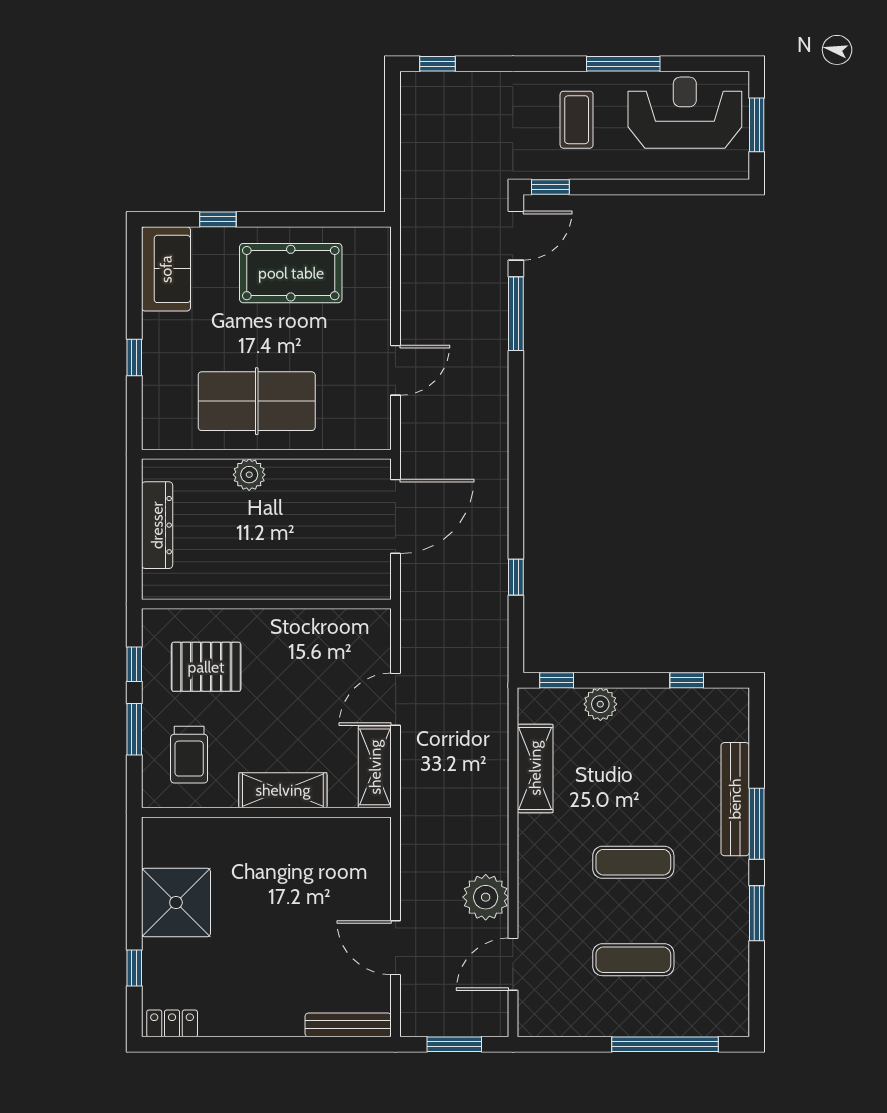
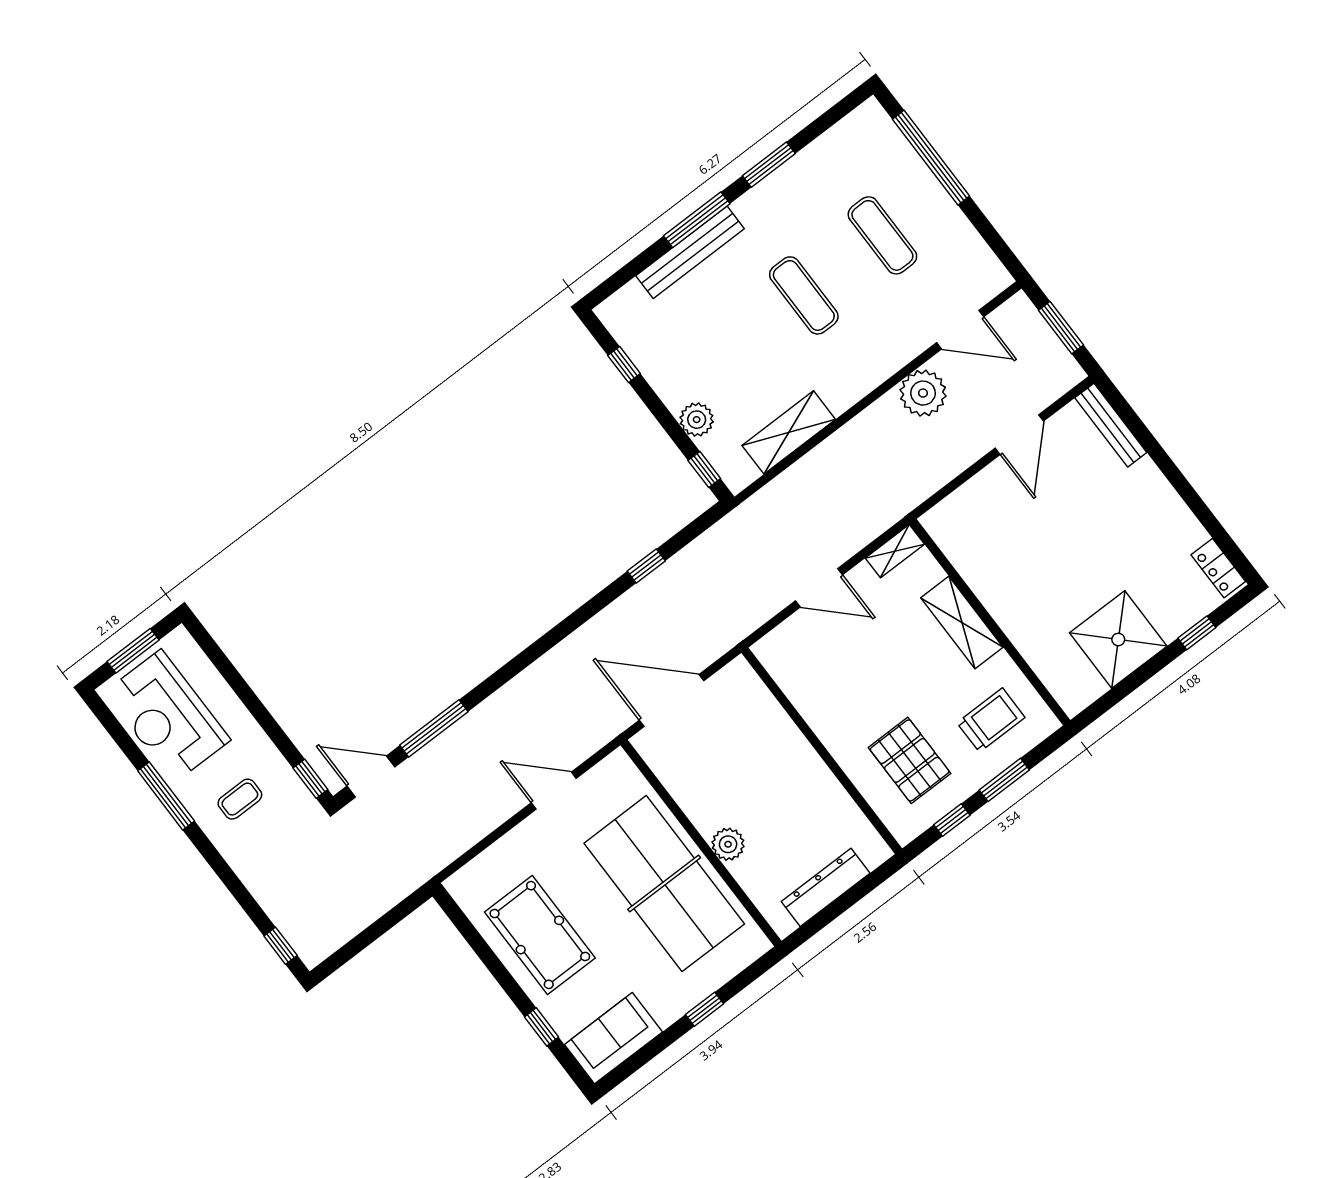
coffee table: (577, 120) -> (240, 799), width x0.73, depth x0.77
table tennis table: (257, 401) -> (664, 884), width x1.36, depth x1.32
shelving: (375, 767) -> (895, 551), width x0.67, depth x0.75

